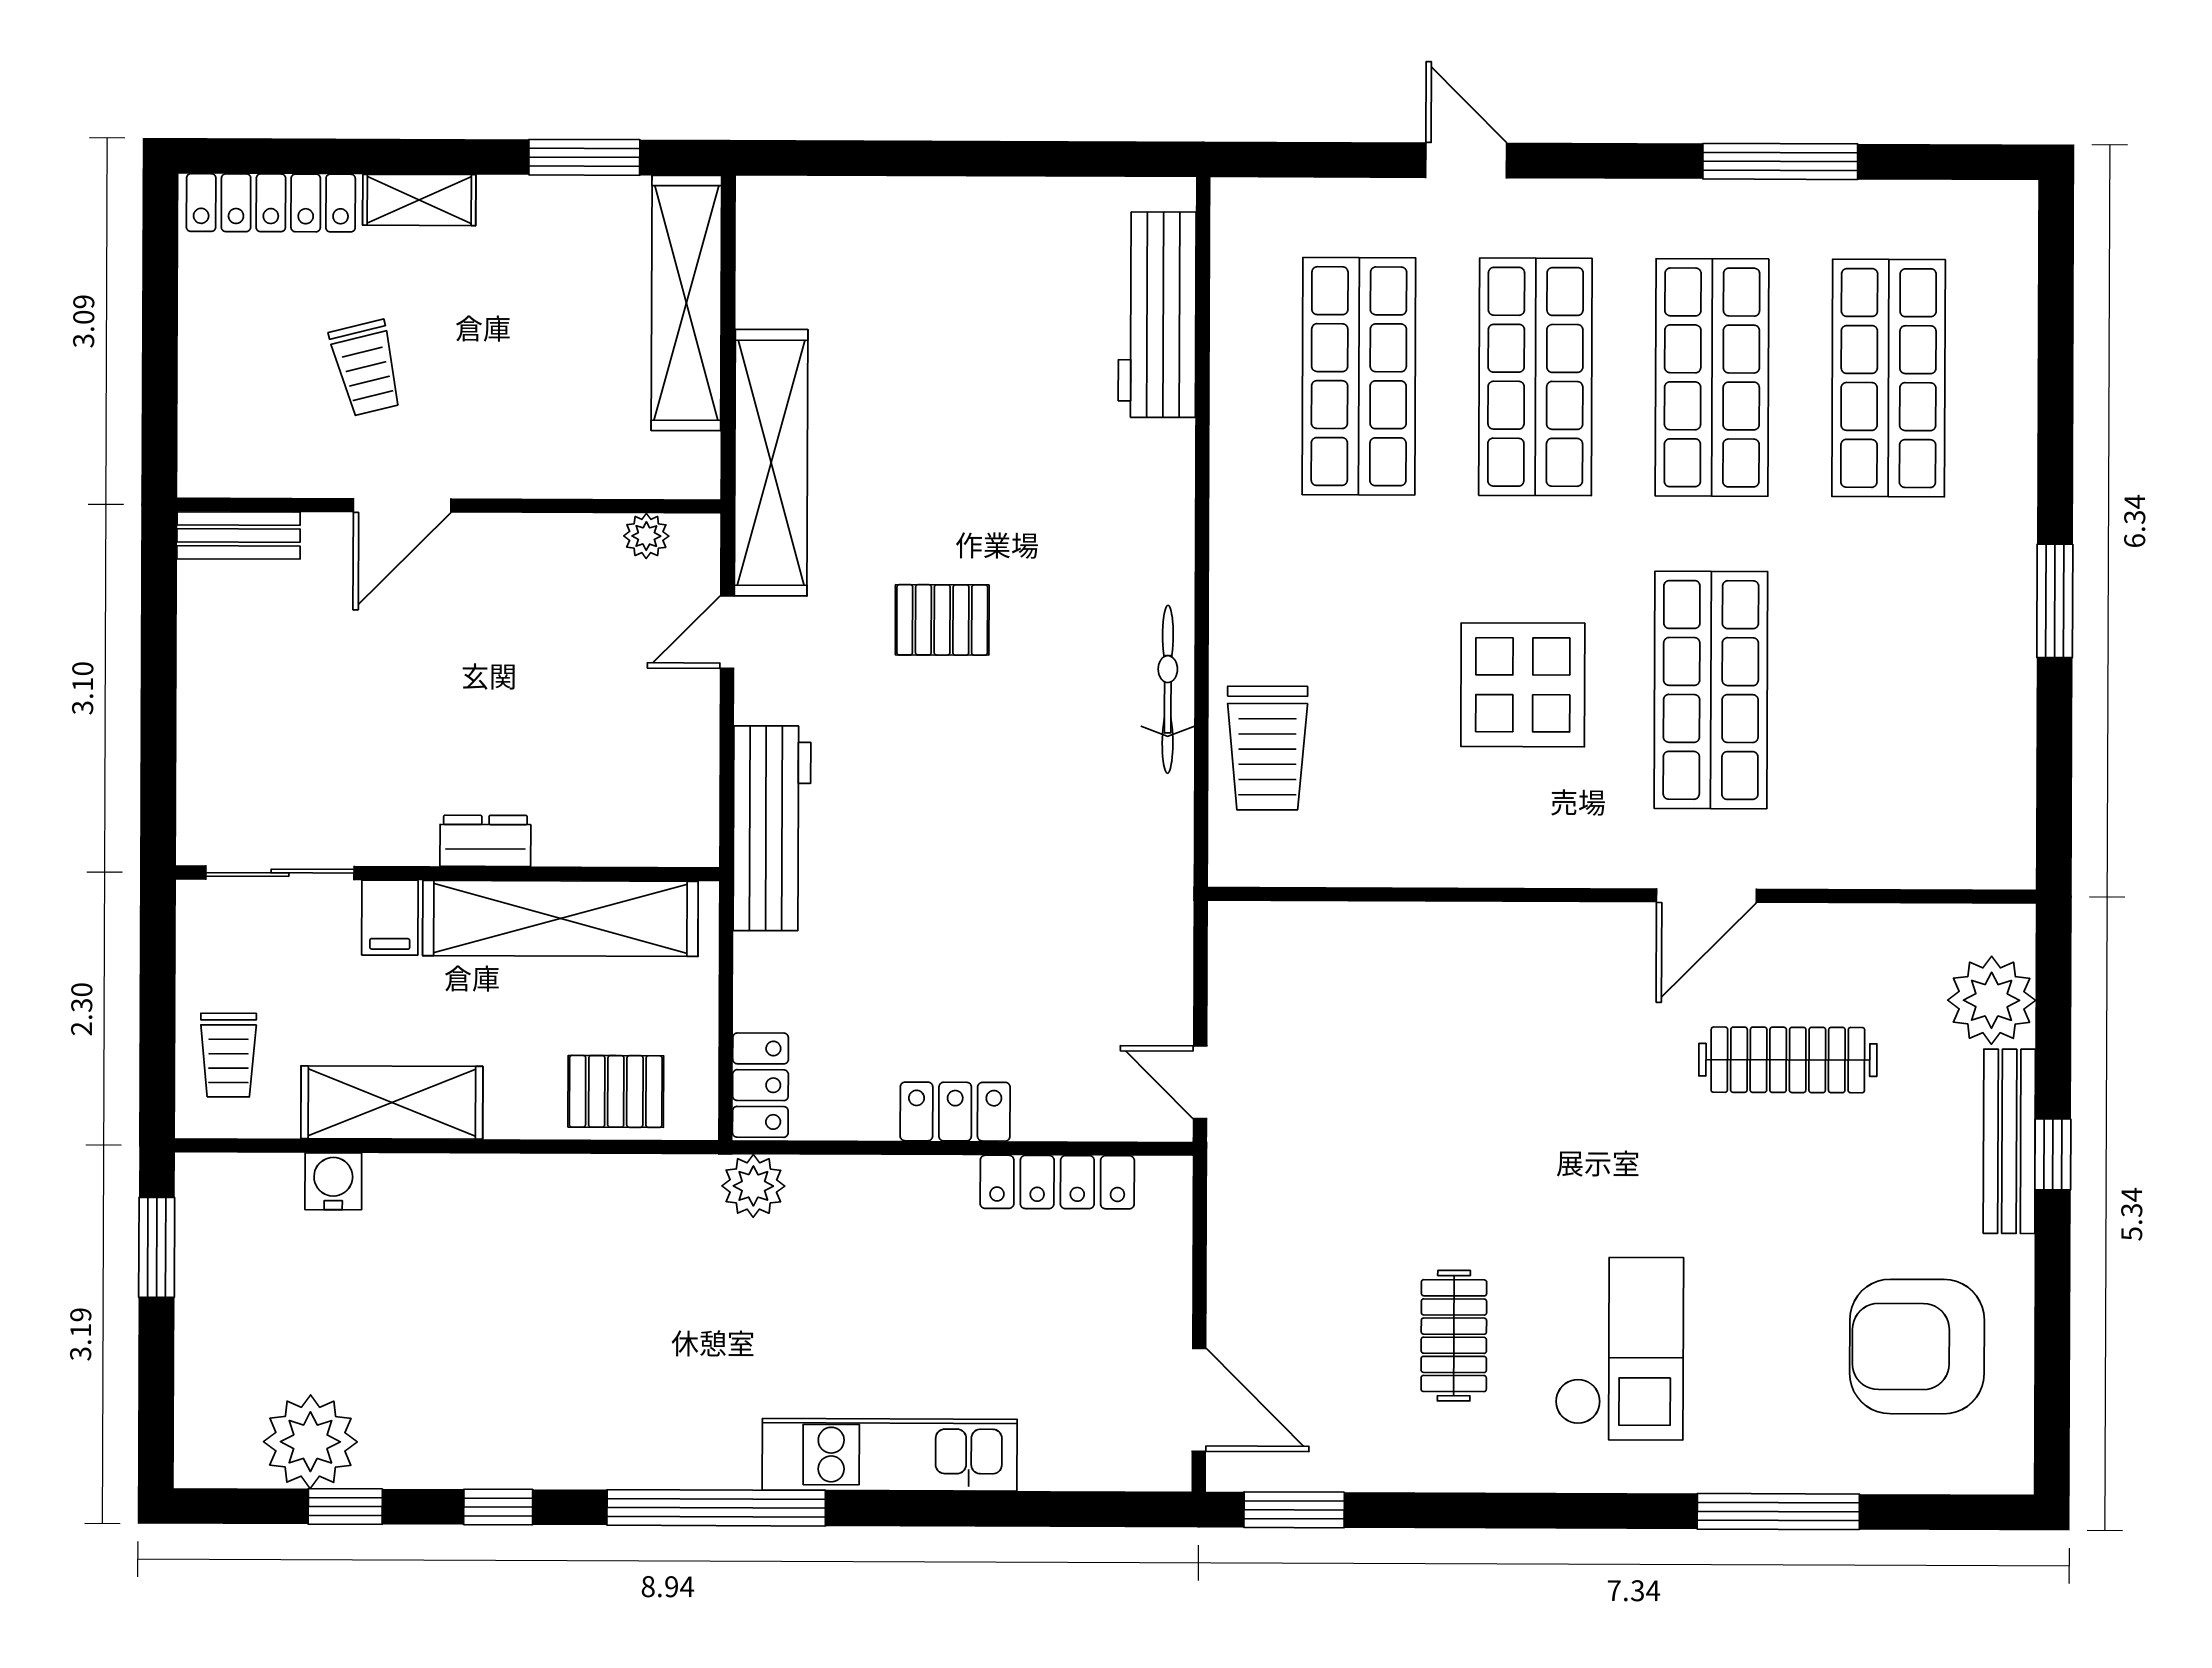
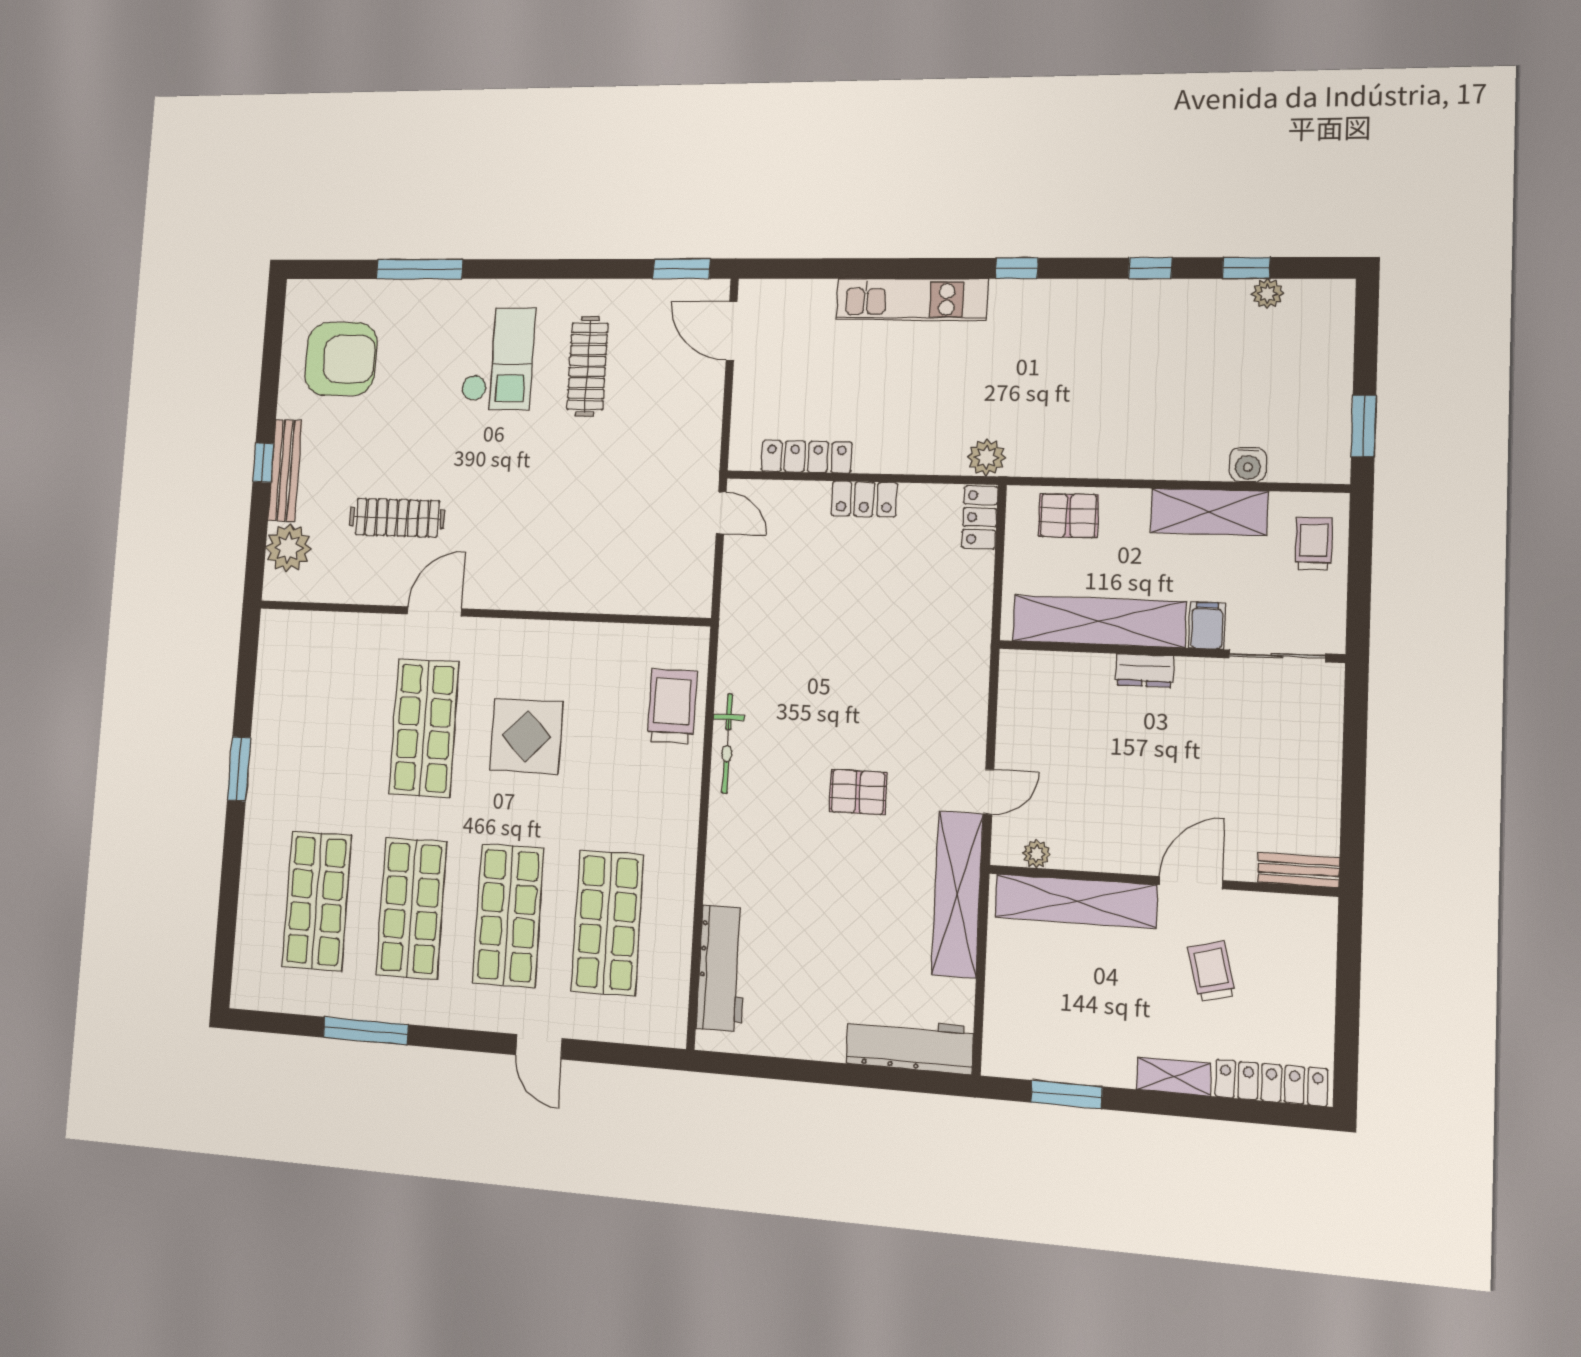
shelving: (686, 303) -> (1076, 901), moved, turned 90
workbench: (772, 828) -> (910, 1045), moved, turned 90
clothes rail: (1454, 1336) -> (587, 366), width x1.36
checkout: (1619, 1349) -> (498, 359), turned 180
plant: (310, 1442) -> (1268, 294), width x0.53, depth x0.53
window: (716, 1508) -> (1017, 268), width x0.32

